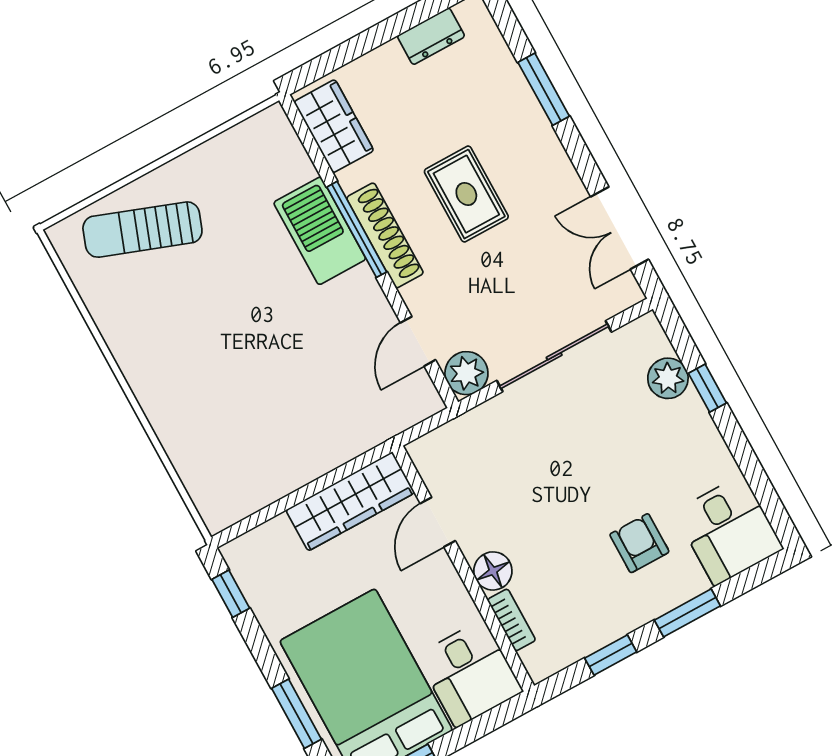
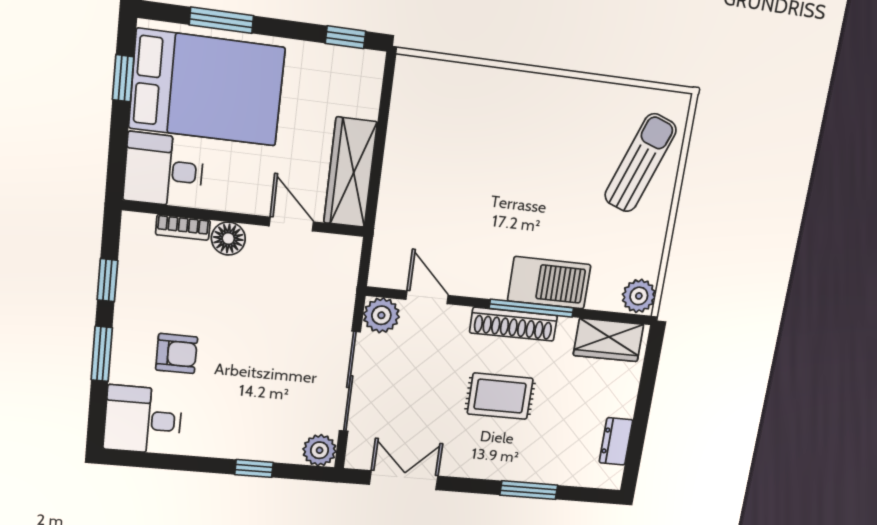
plant: (269, 129) -> (639, 296), added
plant: (668, 378) -> (320, 450), moved

